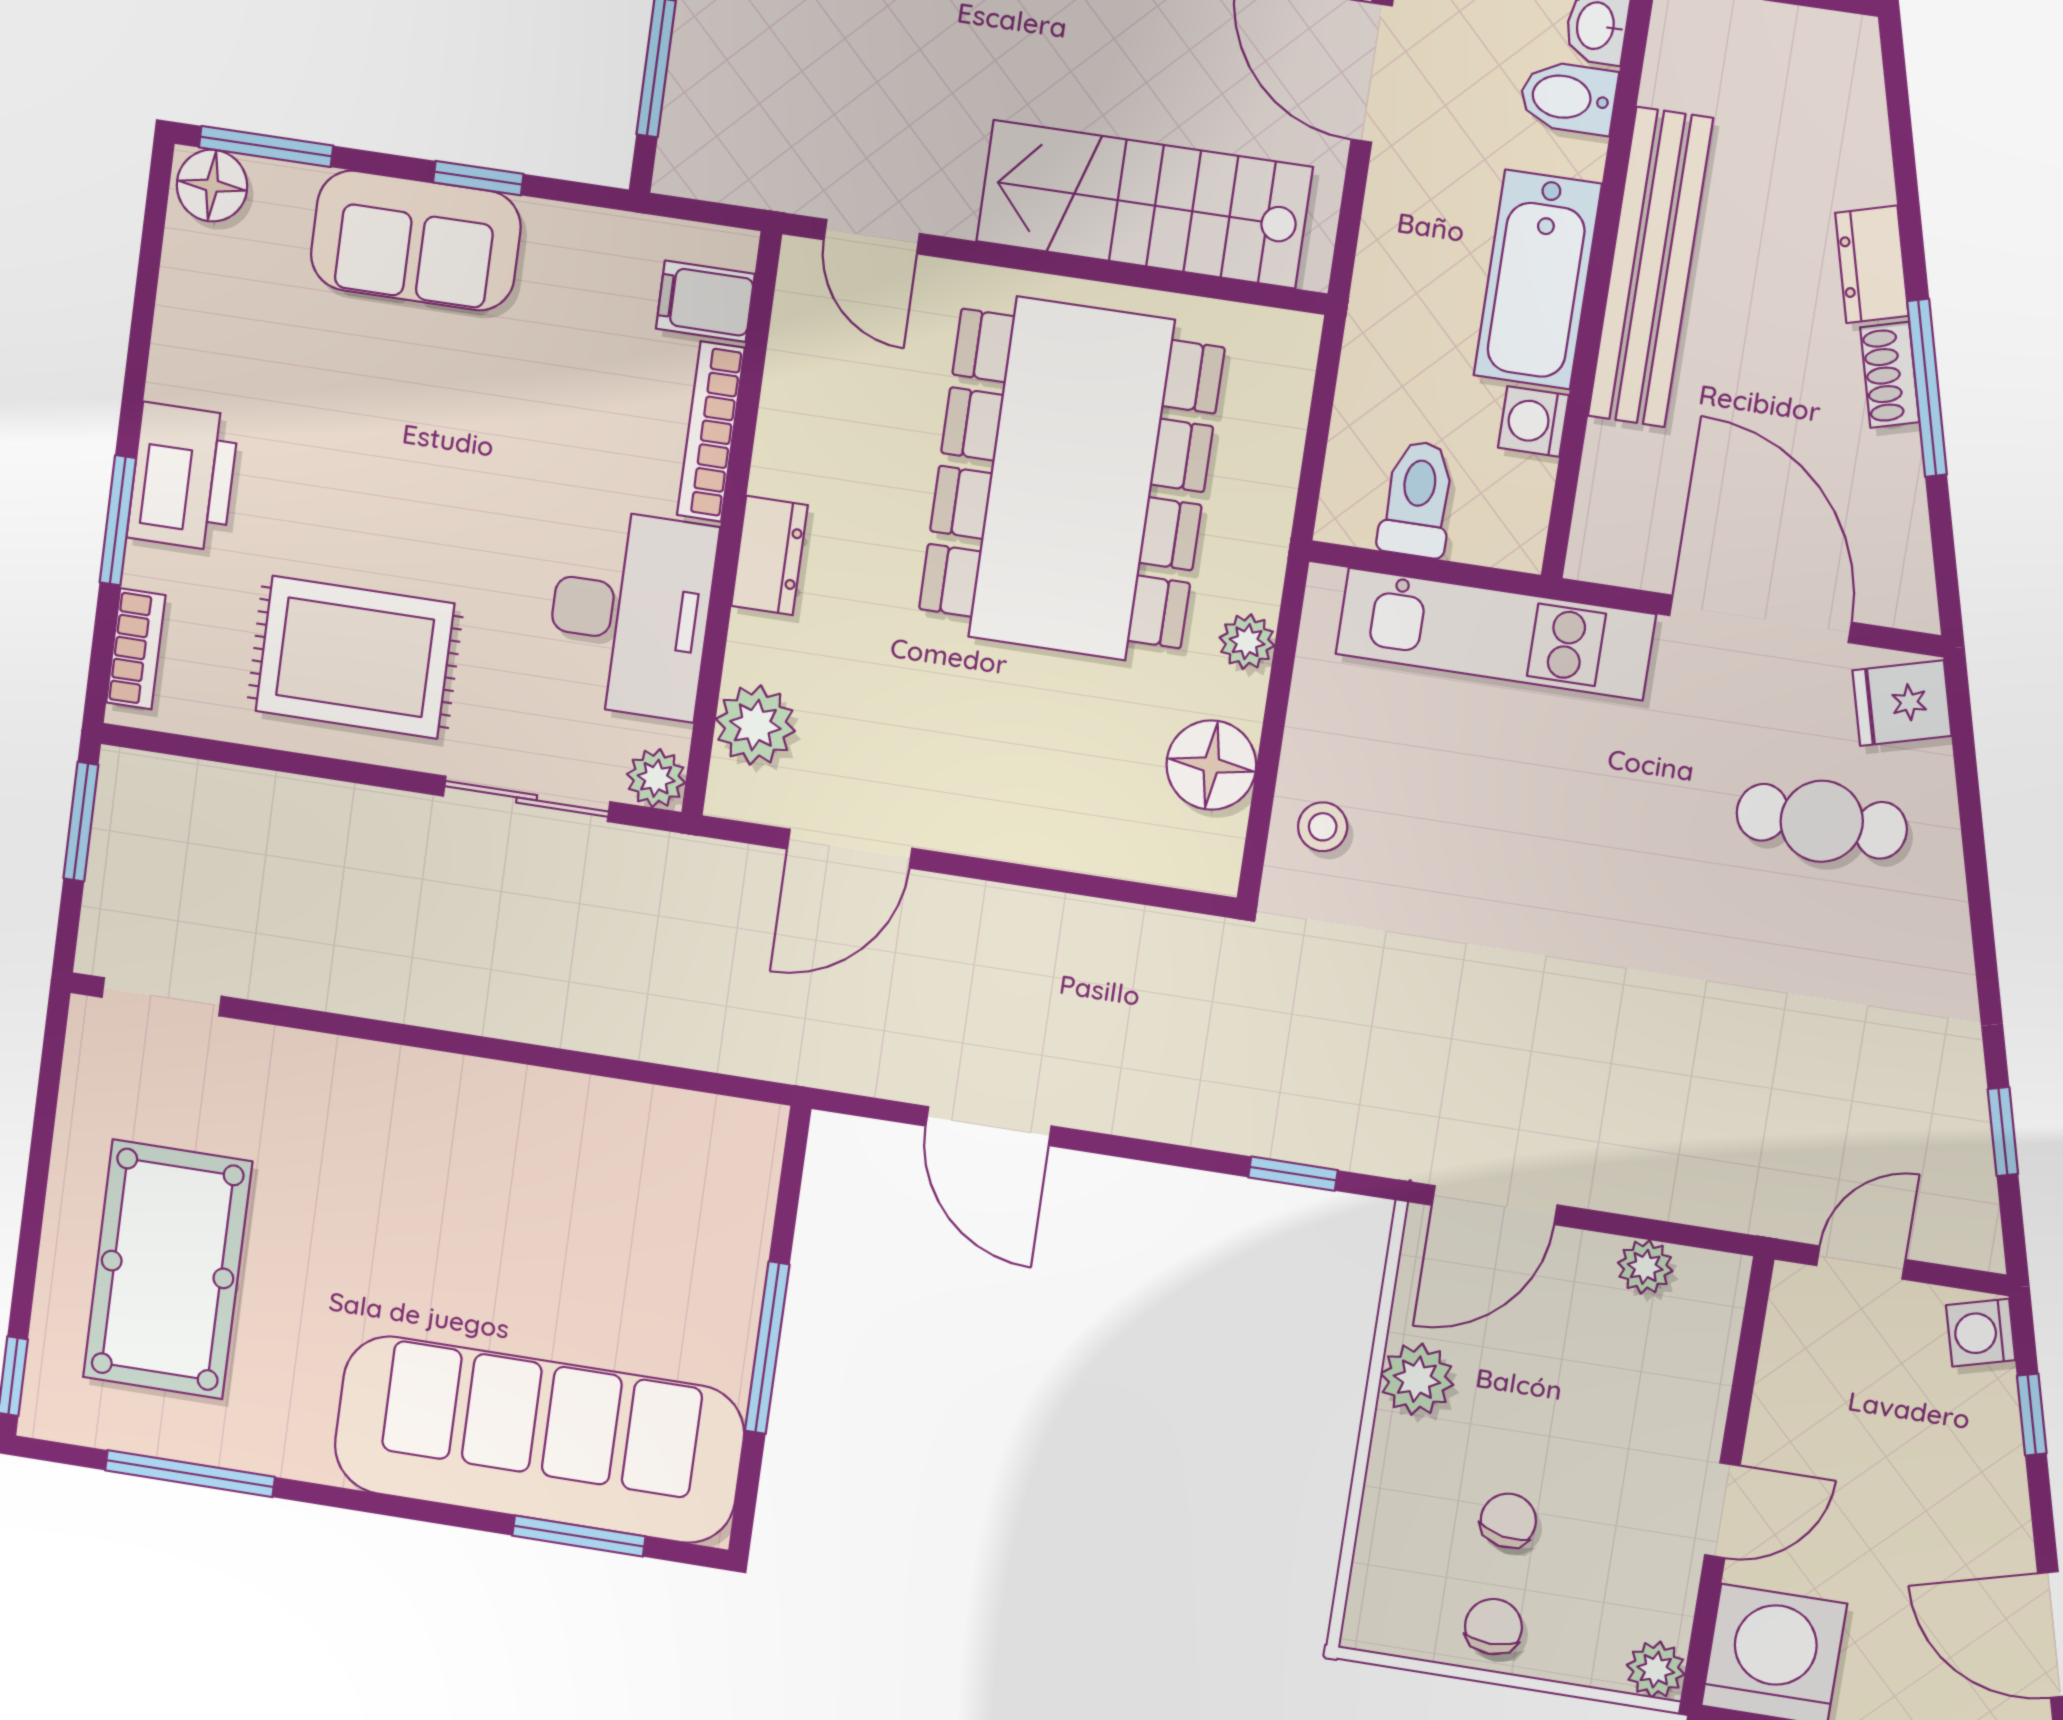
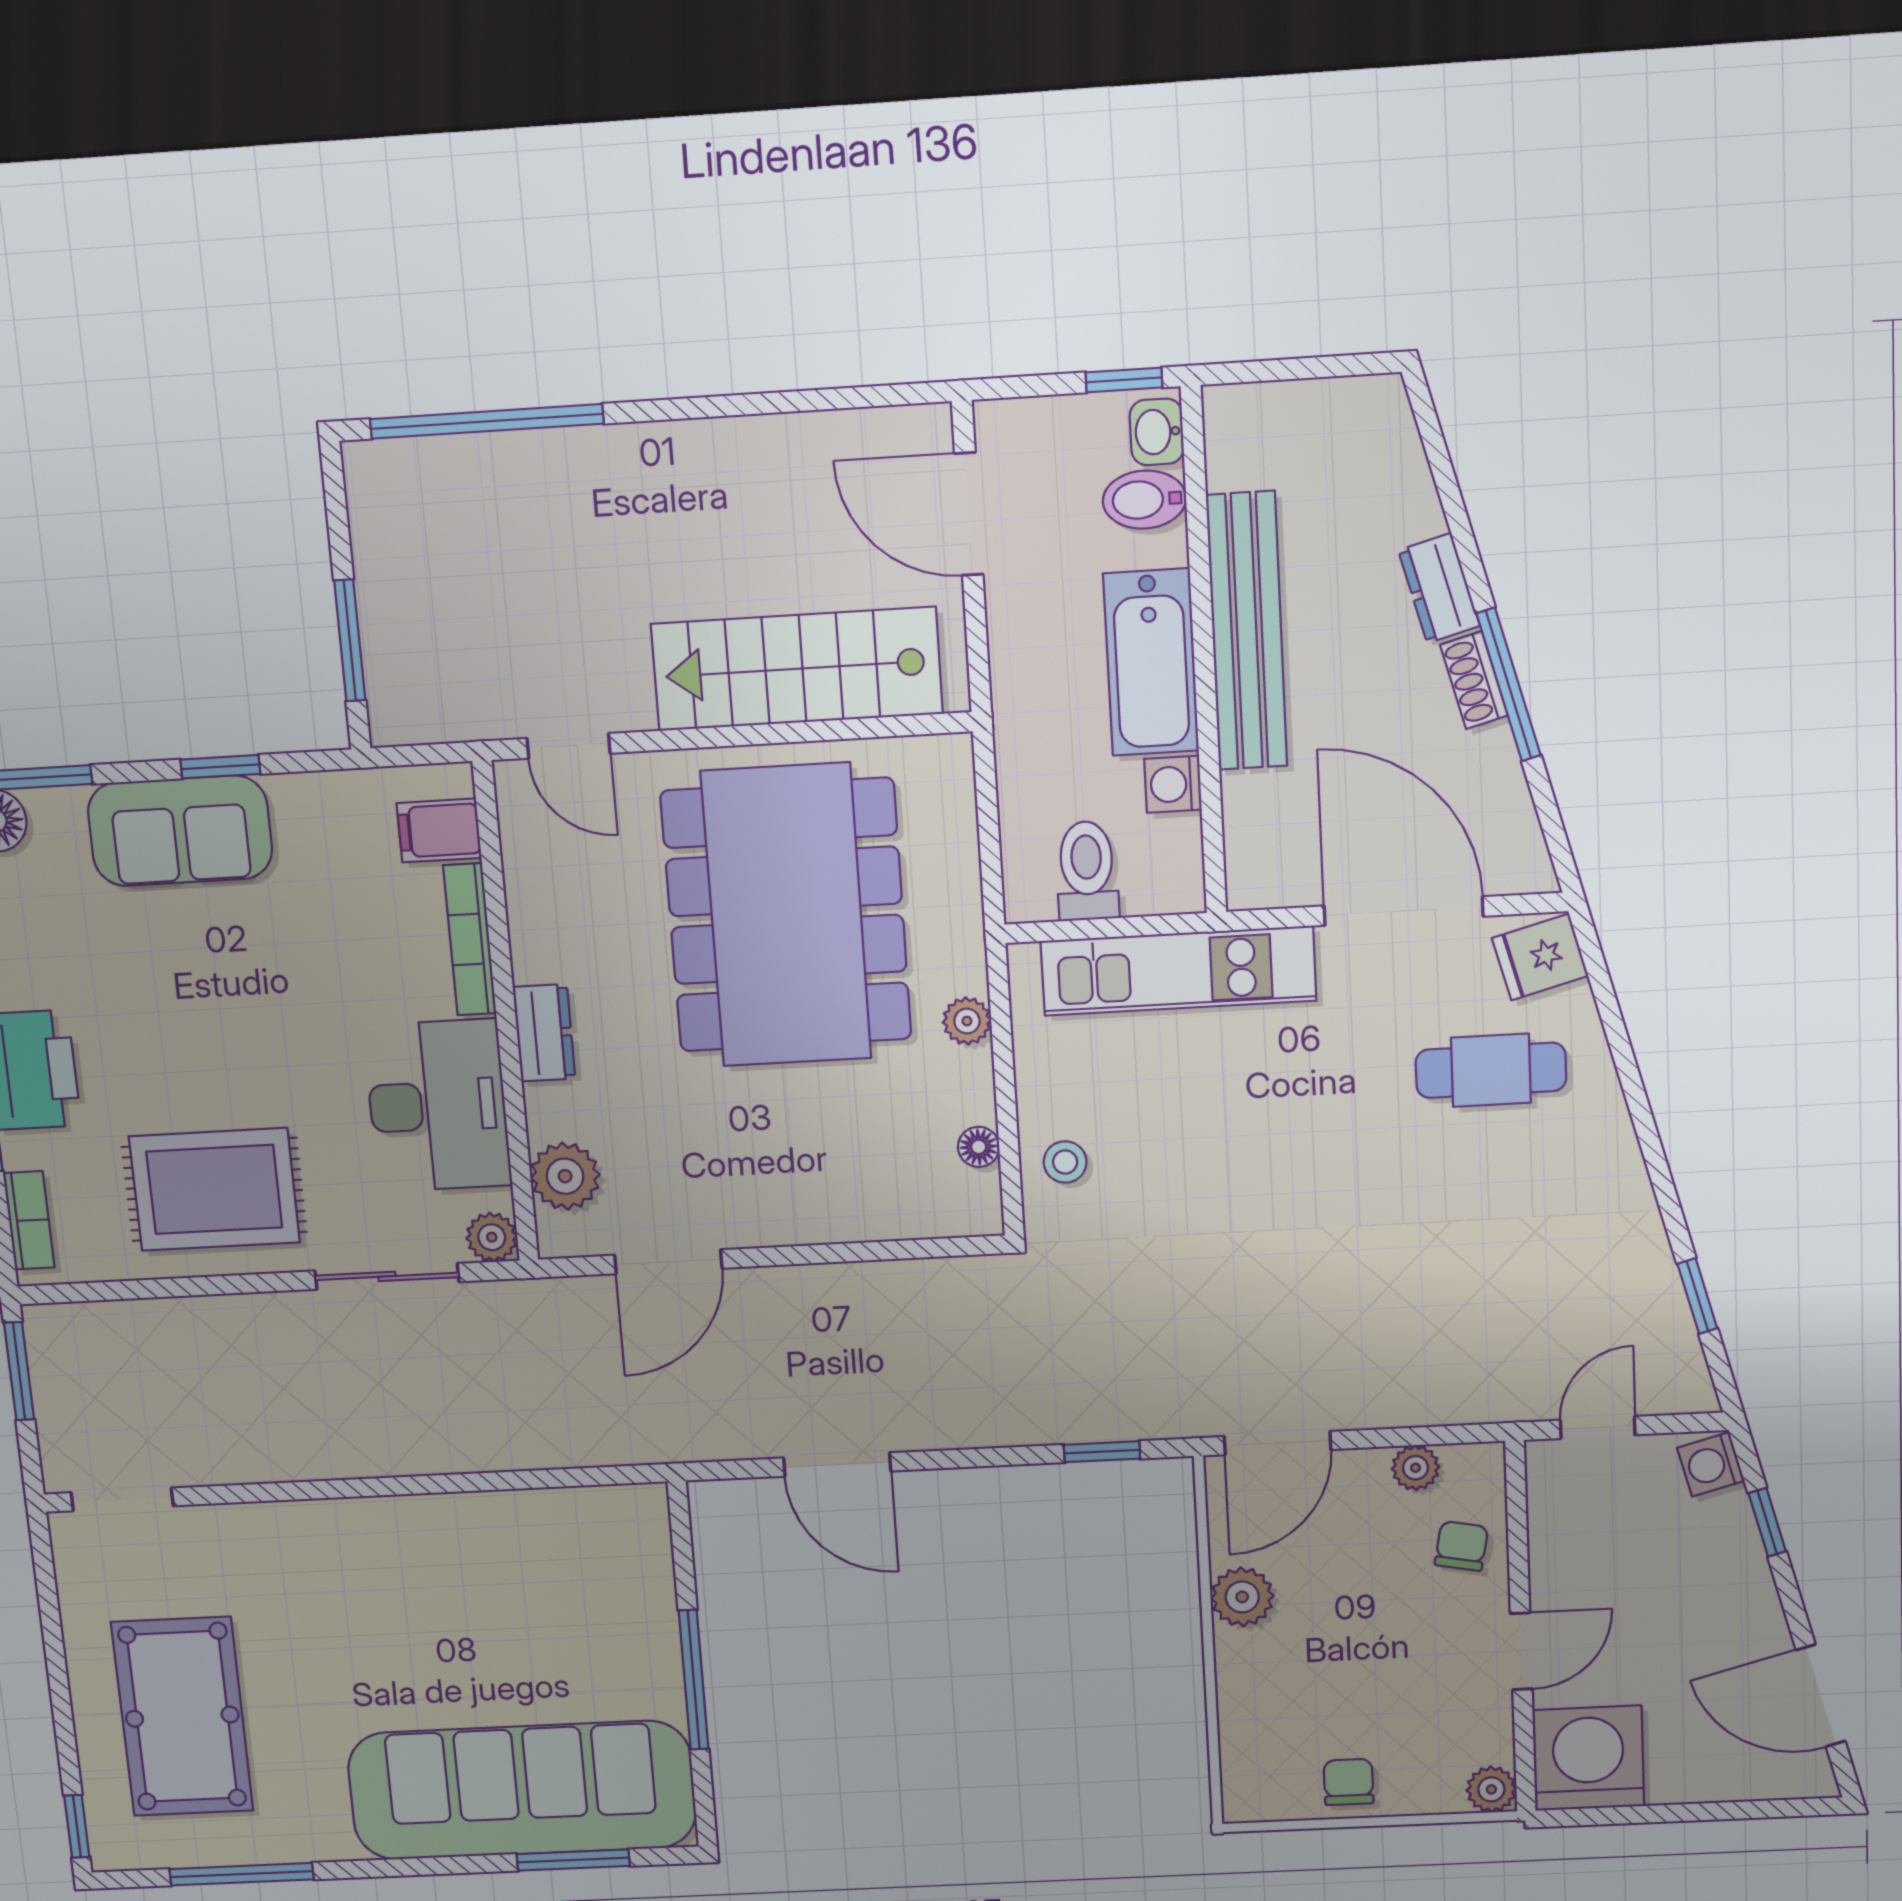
floor lamp: (1211, 765) -> (979, 1147), width x0.53, depth x0.53
chair: (1508, 1521) -> (1461, 1546), moved

